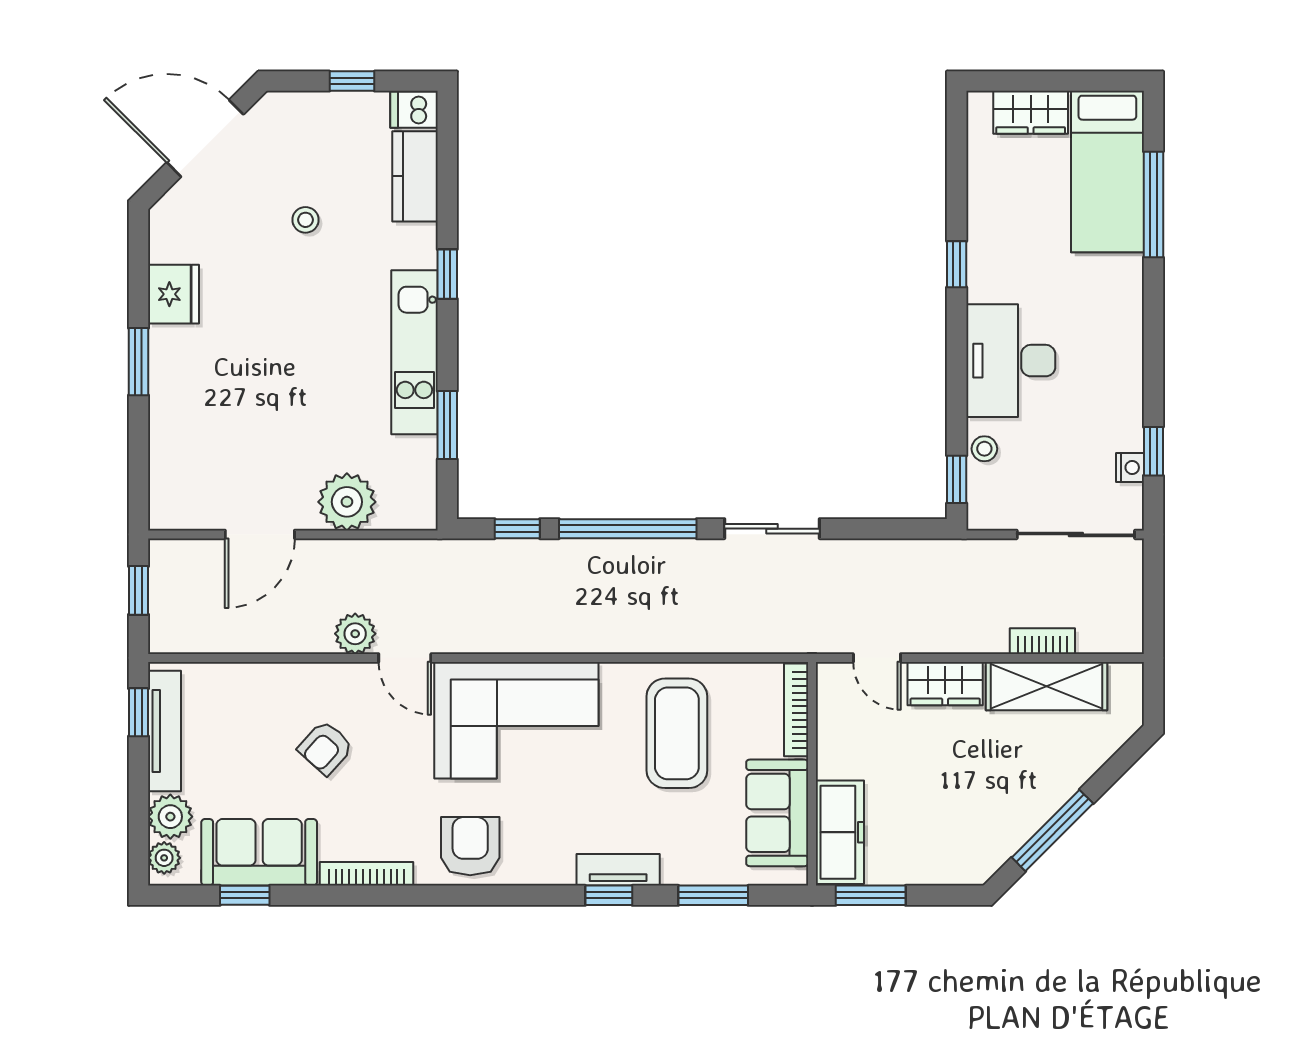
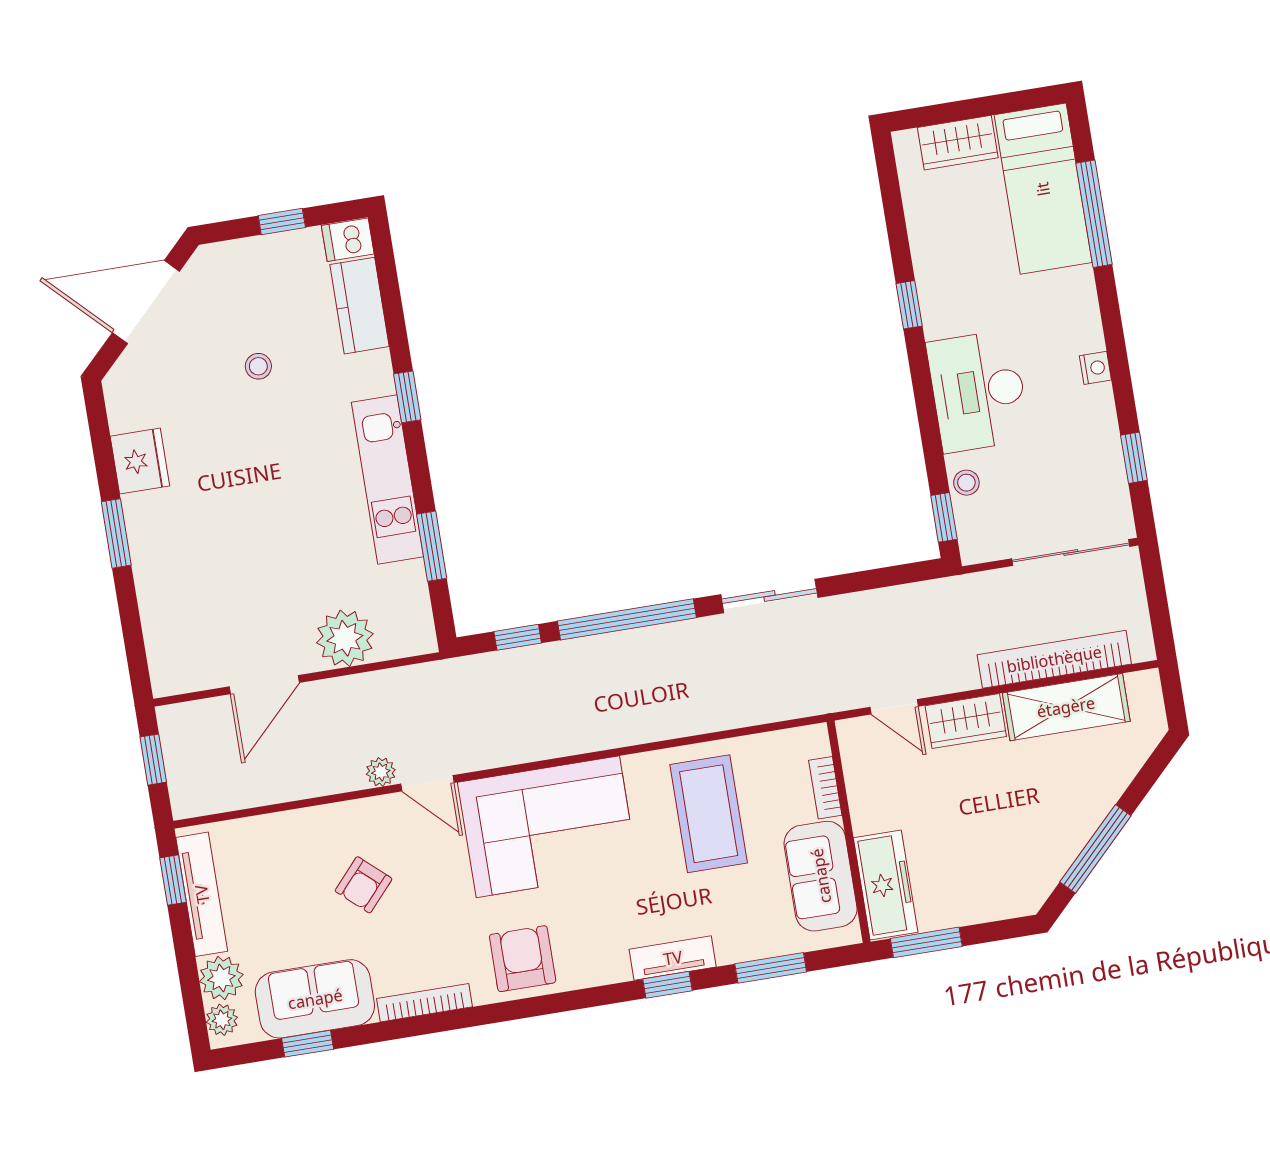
nightstand: (1130, 468) -> (1095, 368), moved
plant: (355, 634) -> (381, 772), width x0.73, depth x0.73
bookcase: (1042, 641) -> (1054, 659), width x2.31, depth x1.31
bookcase: (796, 710) -> (825, 788), width x0.64

